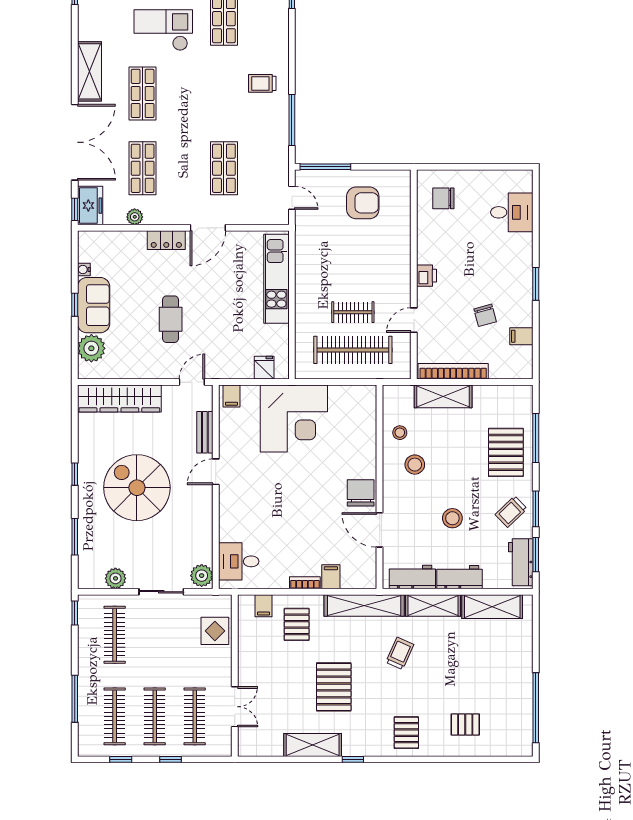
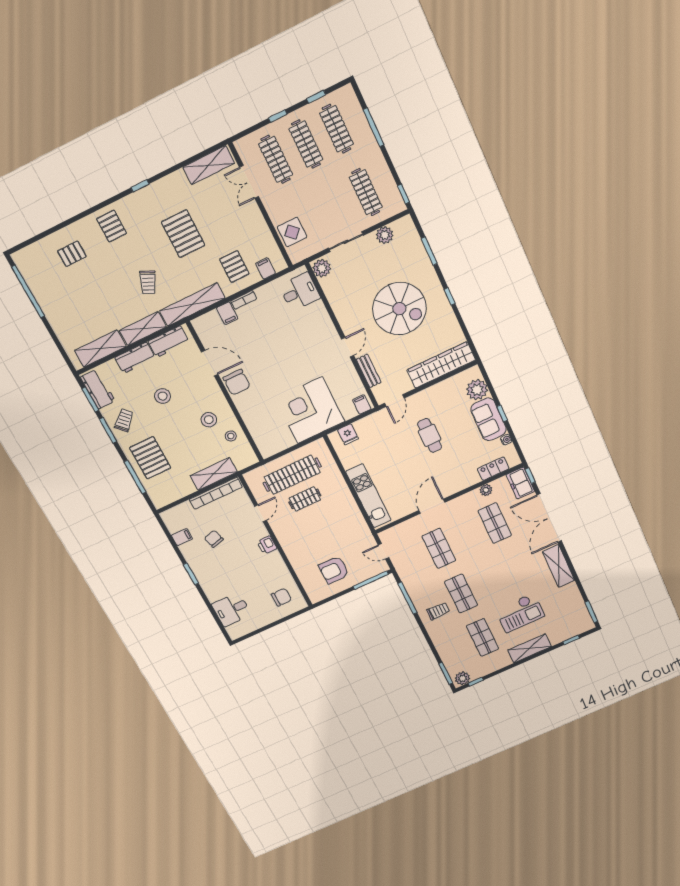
shop shelf: (143, 93) -> (461, 594), moved
locker: (166, 240) -> (493, 469), moved
shelving: (313, 745) -> (209, 165), moved

